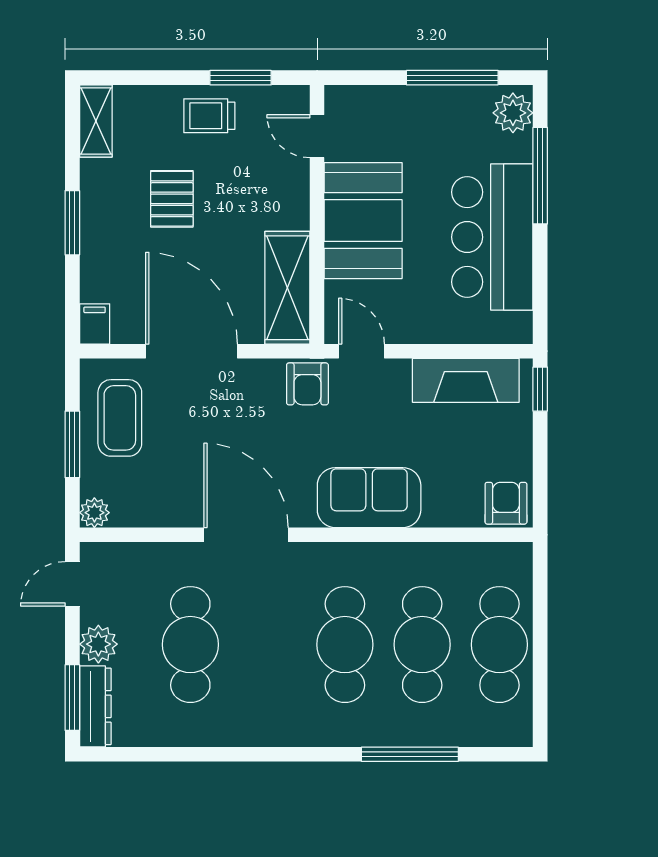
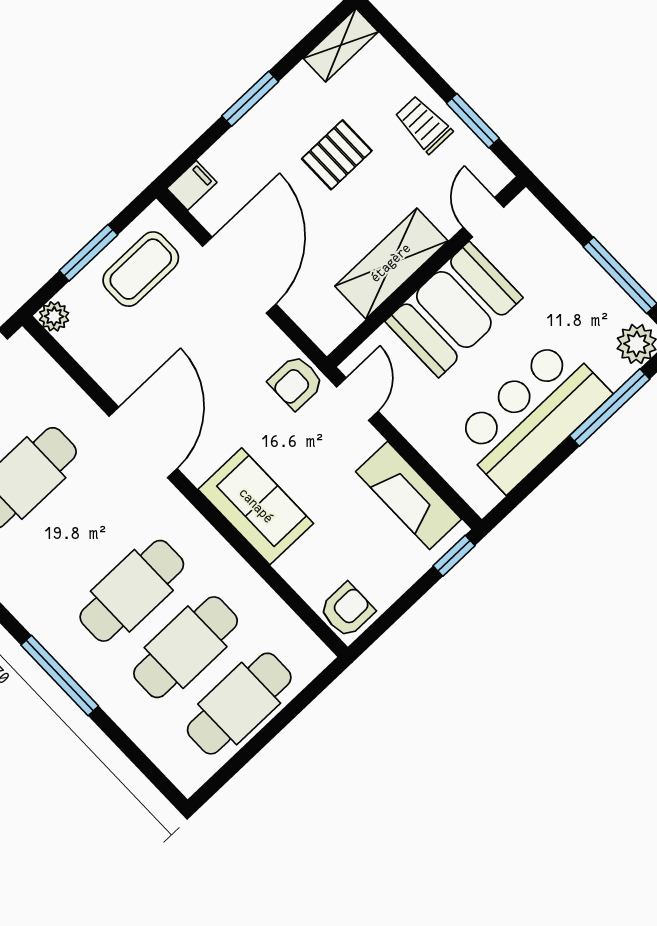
shelving: (287, 288) -> (391, 263), moved
window: (410, 754) -> (60, 675), moved

